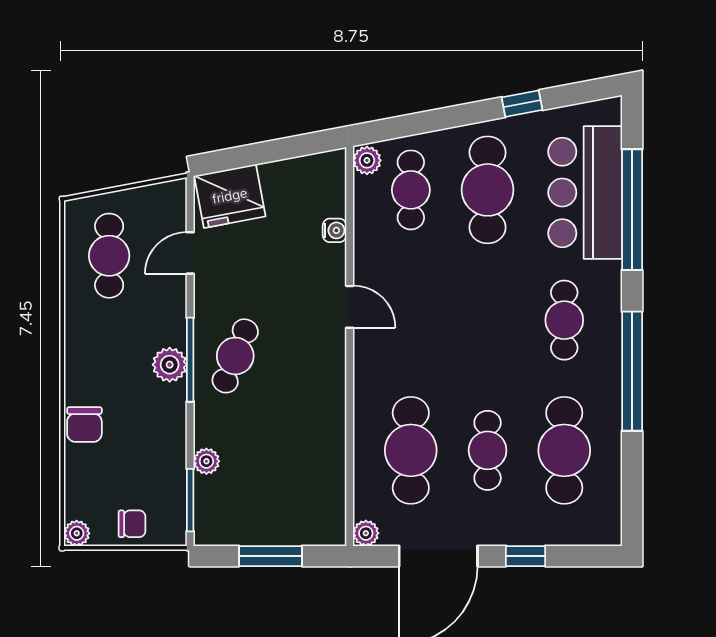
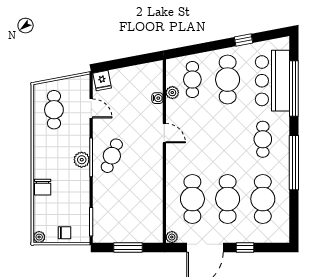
plant: (367, 160) -> (172, 93), moved
fridge: (230, 196) -> (102, 81), width x0.53, depth x0.75
door: (190, 253) -> (91, 108), swing flipped
cafe table: (488, 450) -> (228, 199), width x1.37, depth x1.35
plant: (206, 461) -> (99, 204), removed

